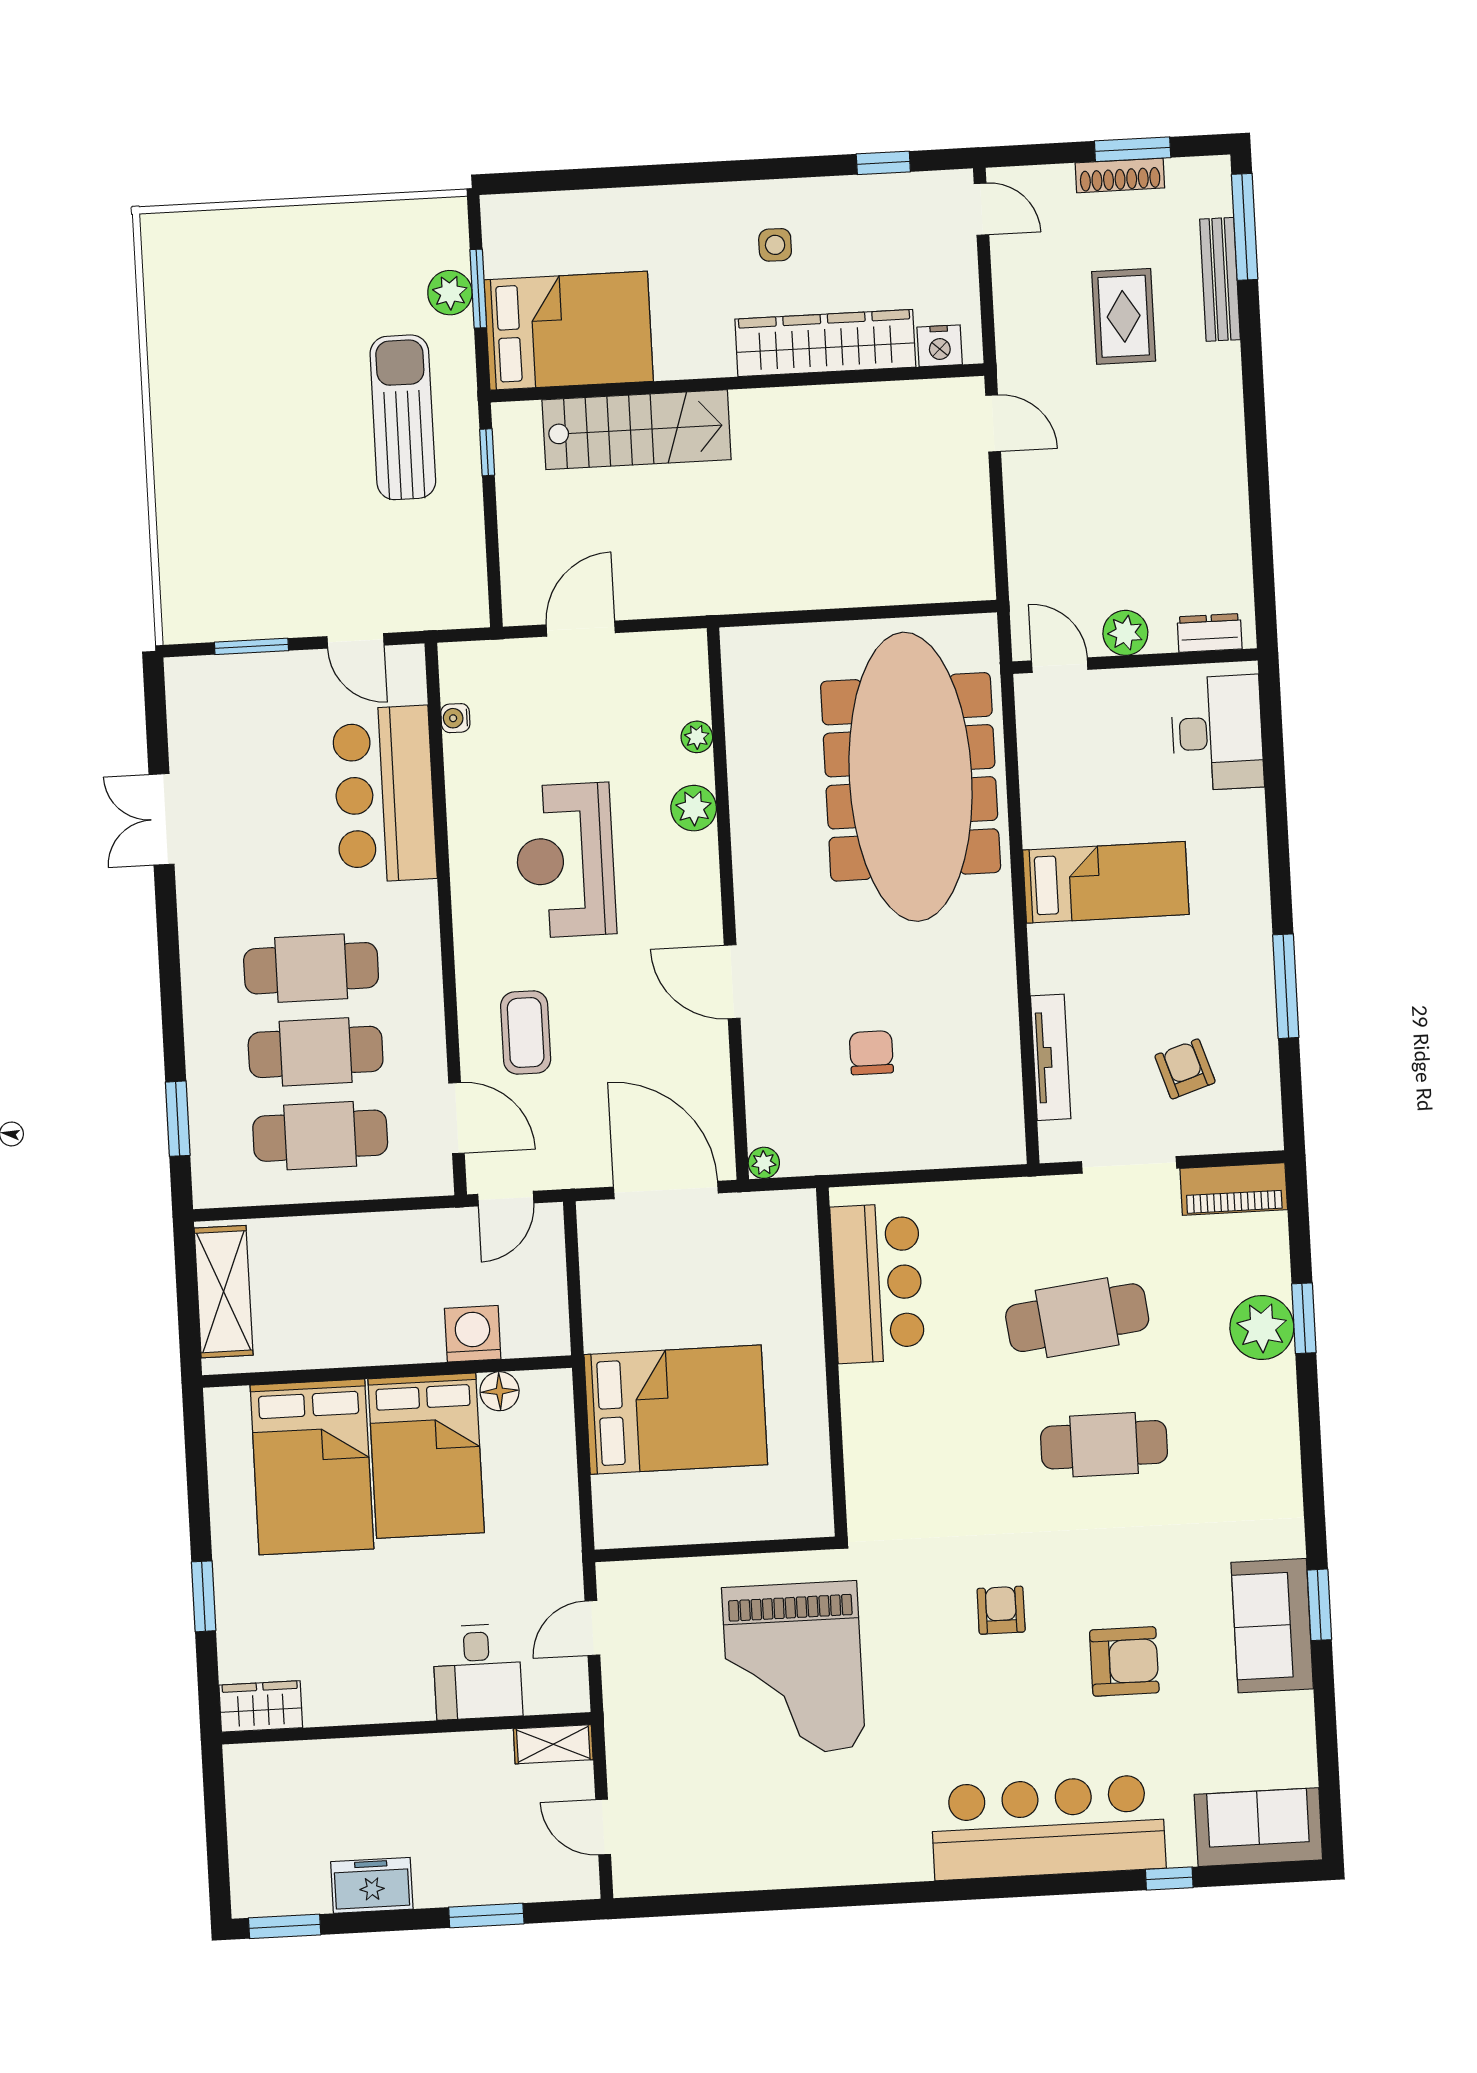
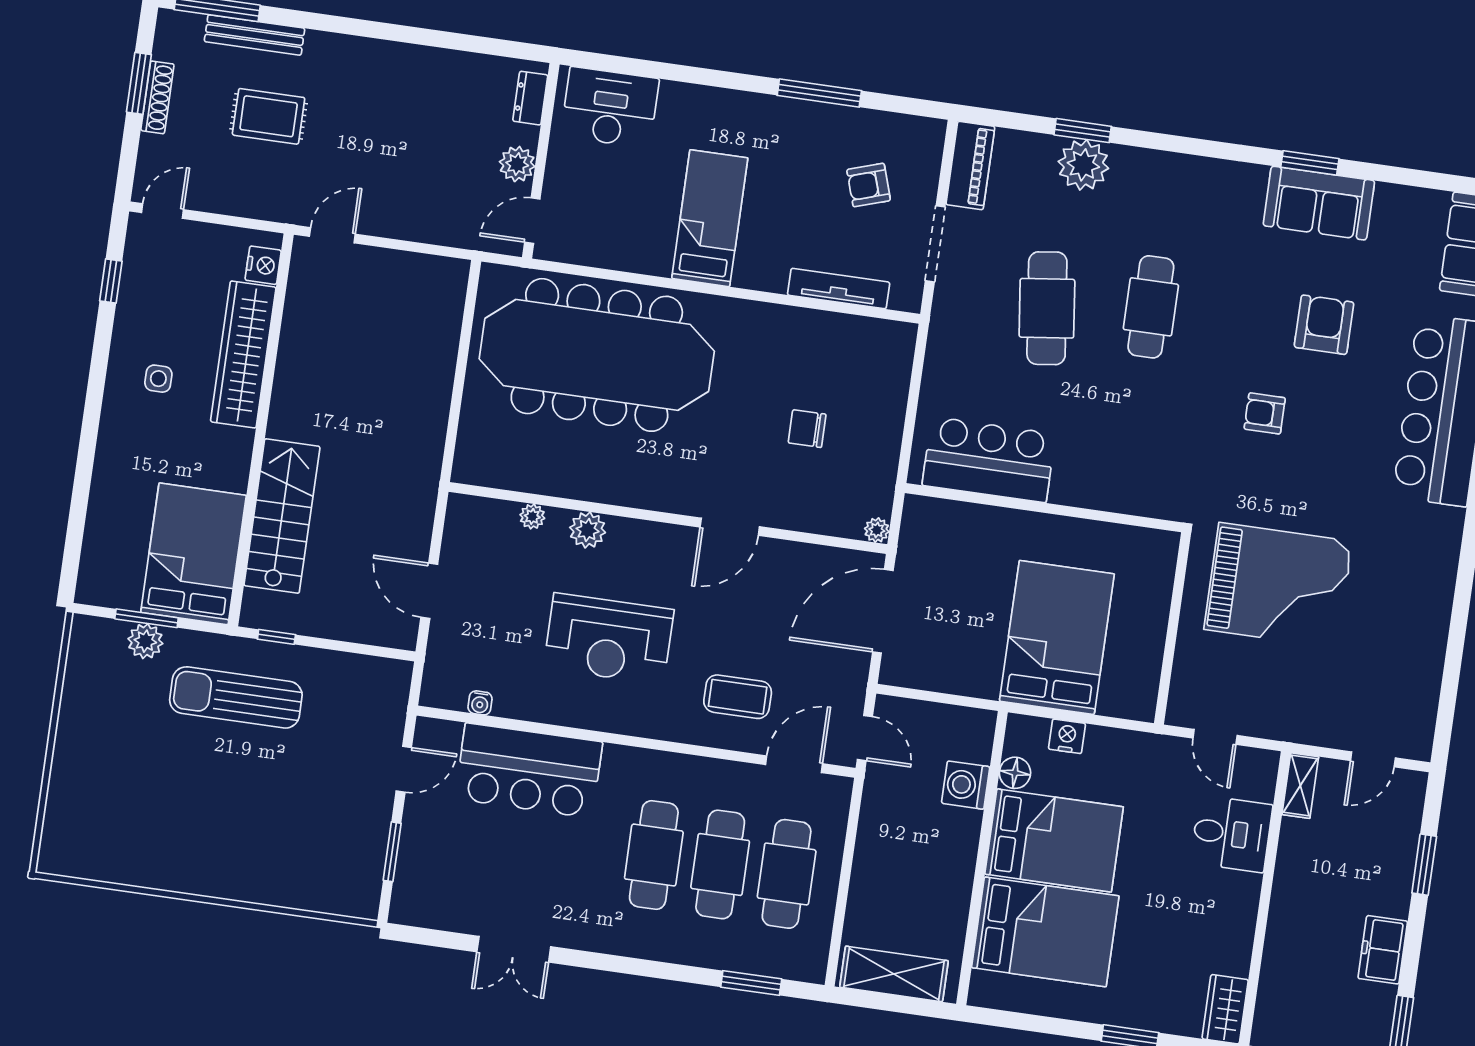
nightstand: (557, 1446) -> (1067, 736), added

